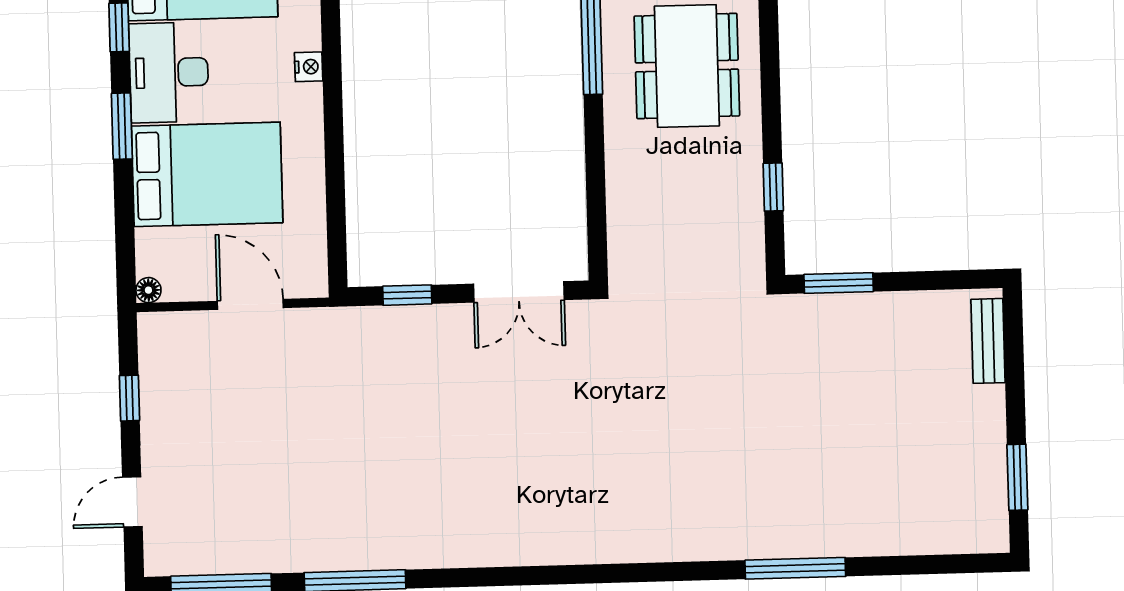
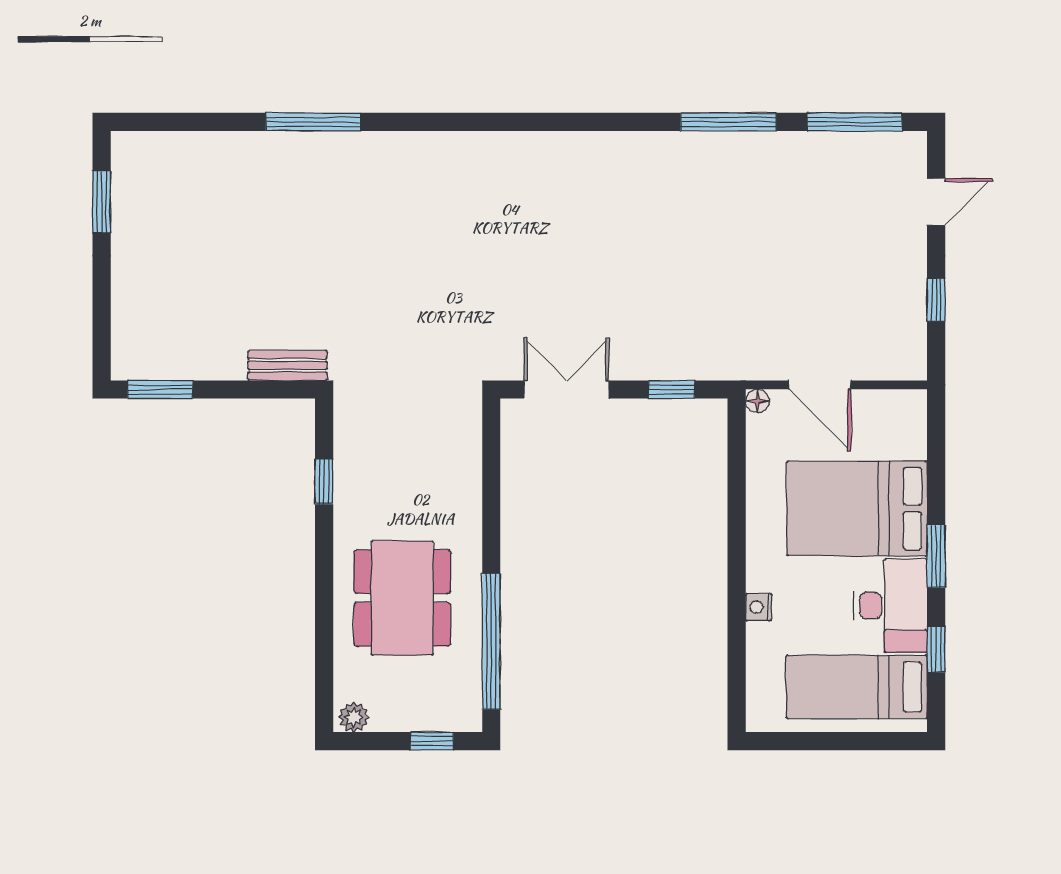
window: (839, 283) -> (160, 389), moved
floor lamp: (148, 290) -> (757, 401), moved
bench: (988, 341) -> (287, 365), moved, turned 90

